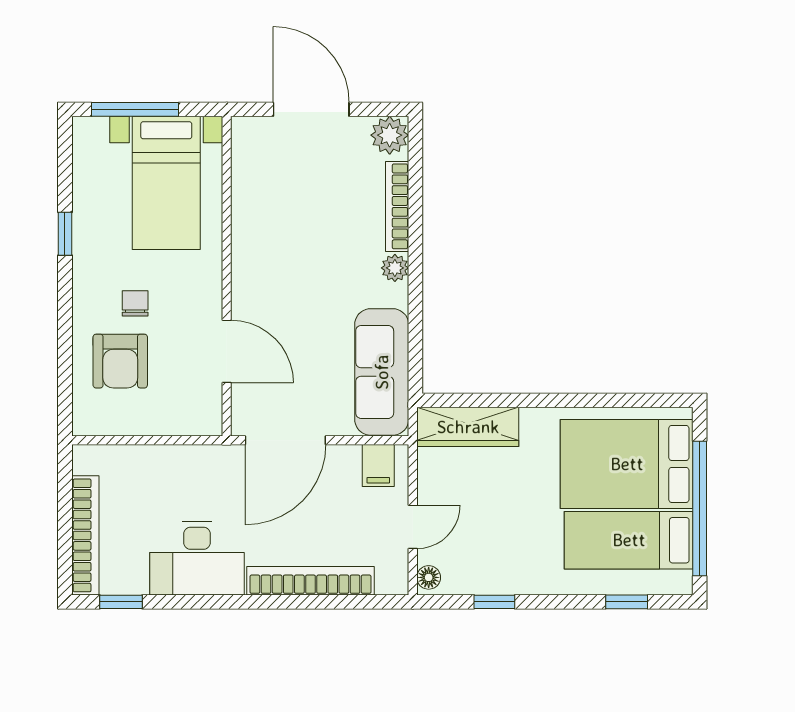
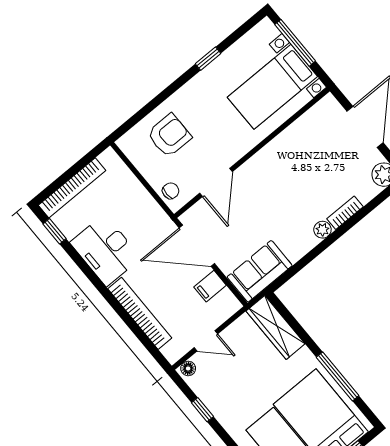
bookcase: (397, 206) -> (345, 213), width x0.64
chair: (135, 303) -> (171, 191), moved
armchair: (120, 361) -> (169, 135), turned 180
sofa: (382, 372) -> (260, 271), width x0.73
window: (592, 400) -> (338, 376), added
filing cabinet: (378, 465) -> (210, 286), moved

